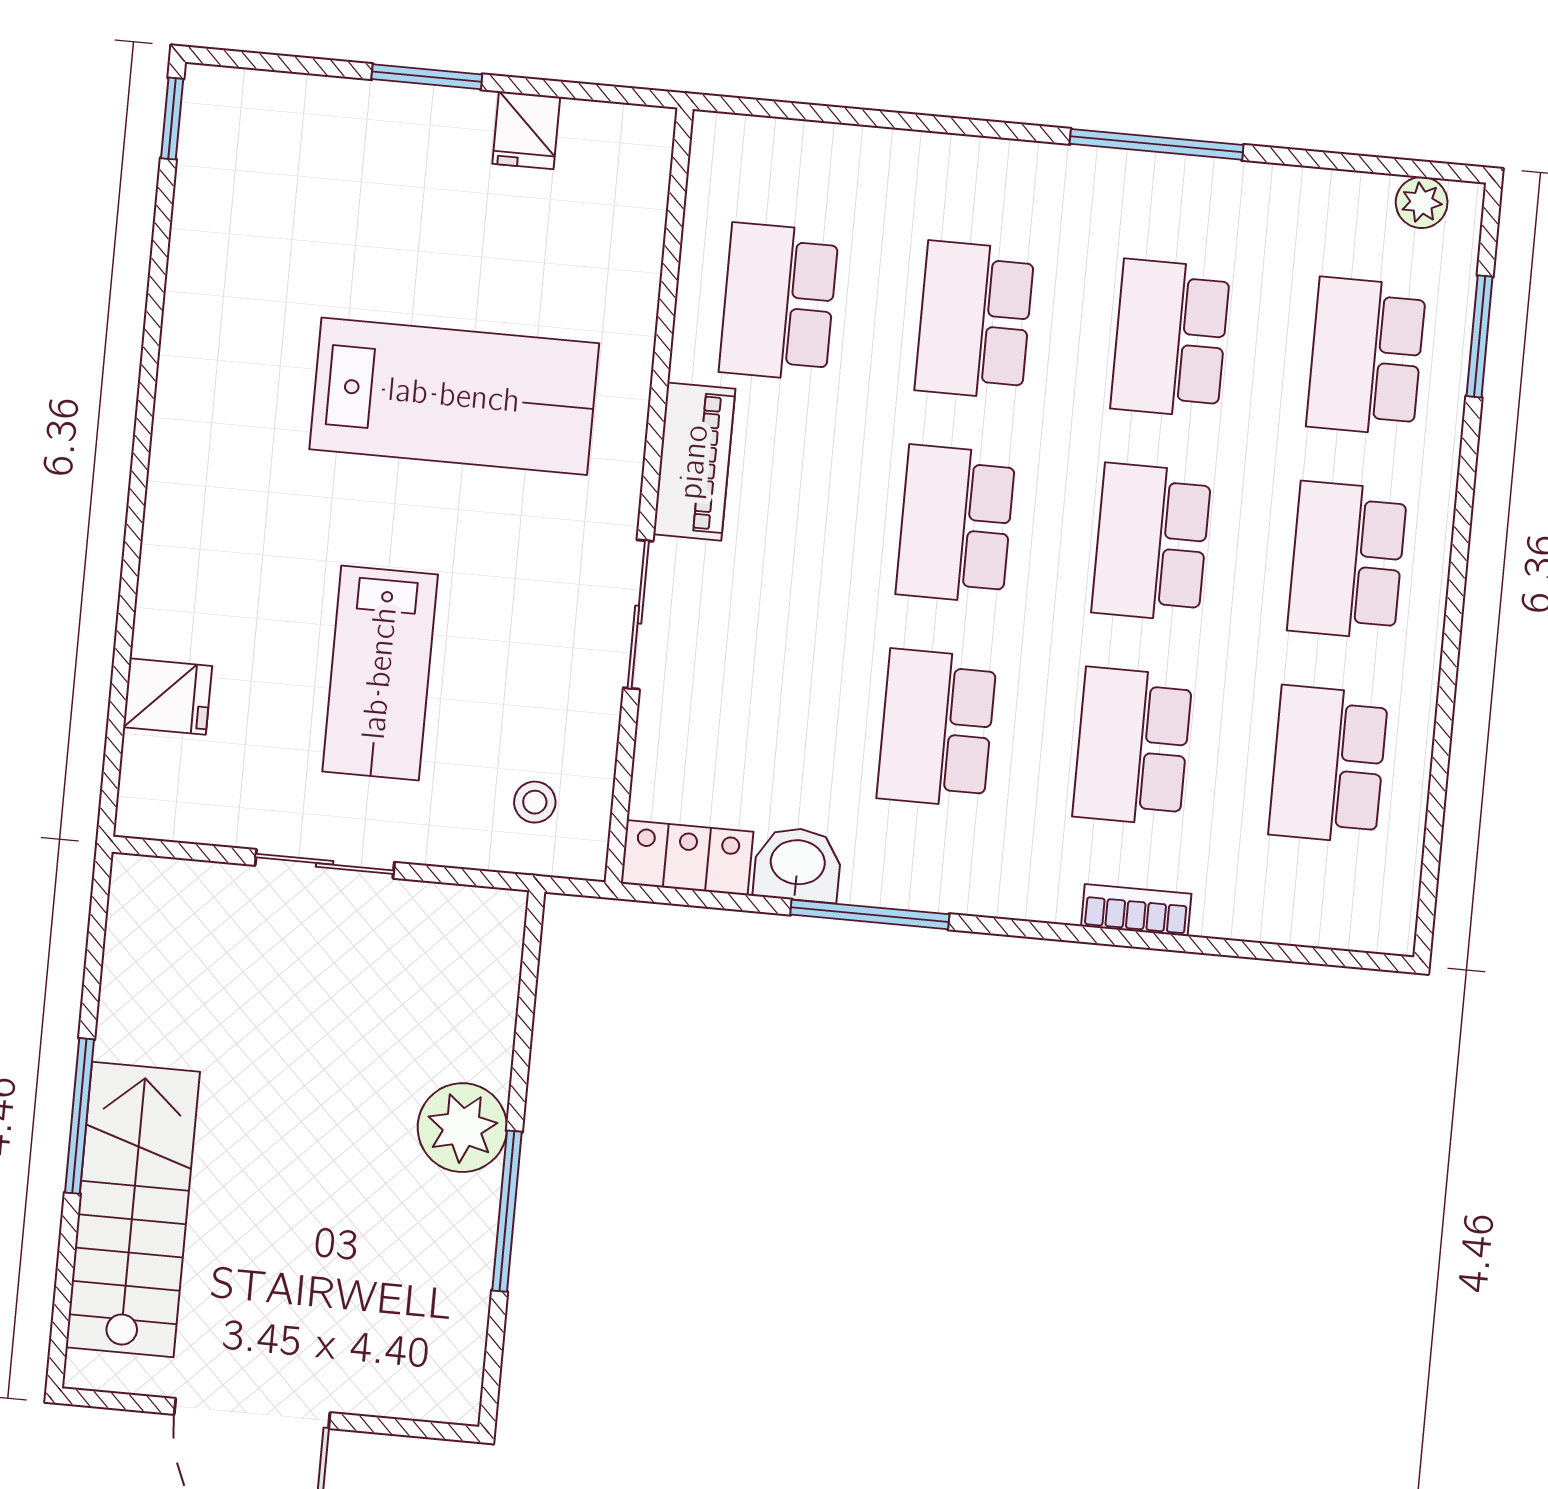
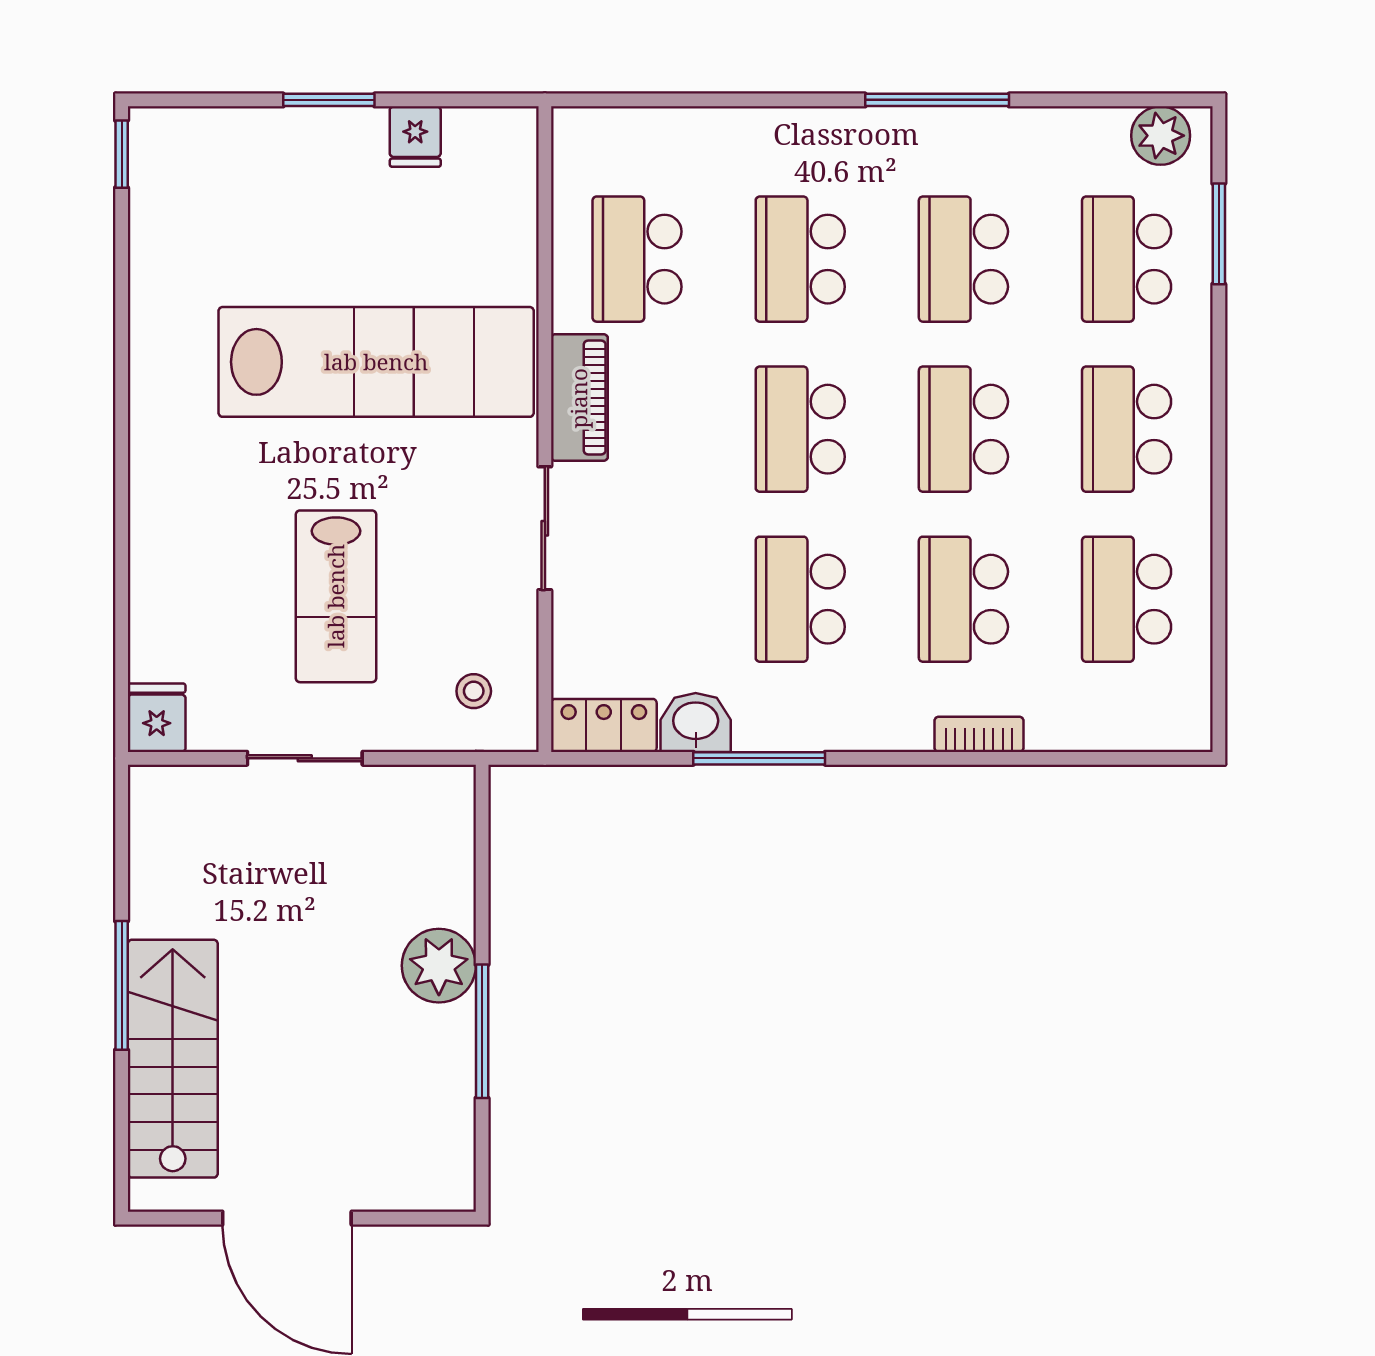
plant: (1422, 202) -> (1161, 136), width x1.38, depth x1.38
lab bench: (454, 396) -> (376, 362), width x1.36
fridge: (168, 697) -> (157, 718), moved, turned -90

